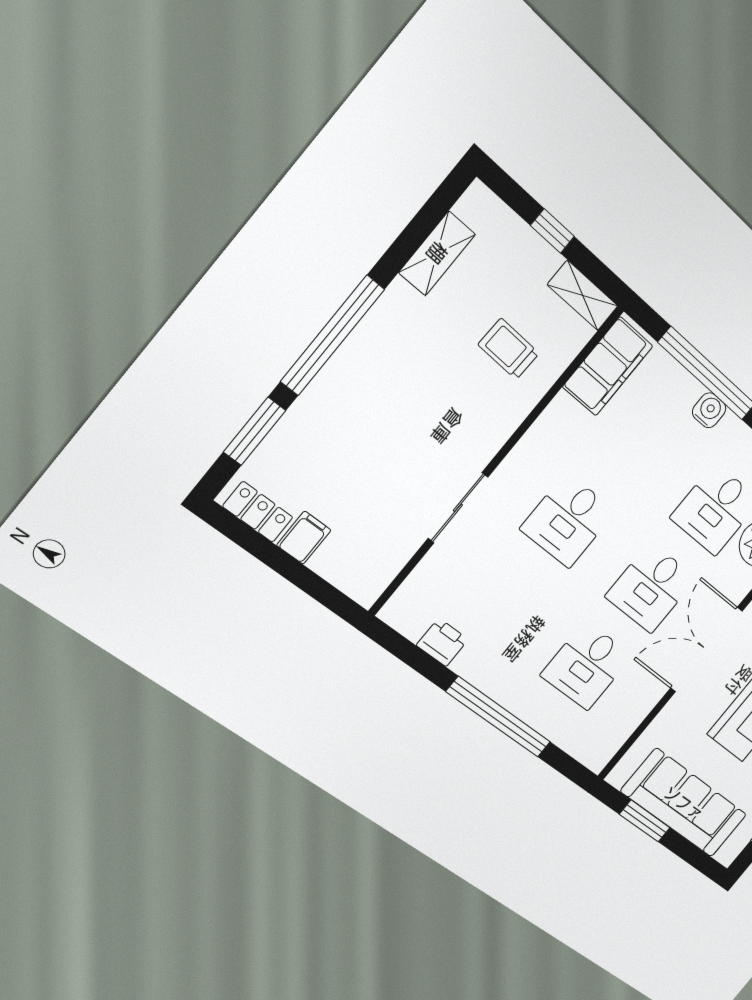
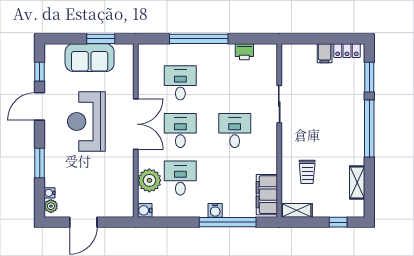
window: (552, 231) -> (338, 222), moved
trolley: (509, 349) -> (307, 172), turned 88
sofa: (684, 803) -> (90, 58), width x0.73

